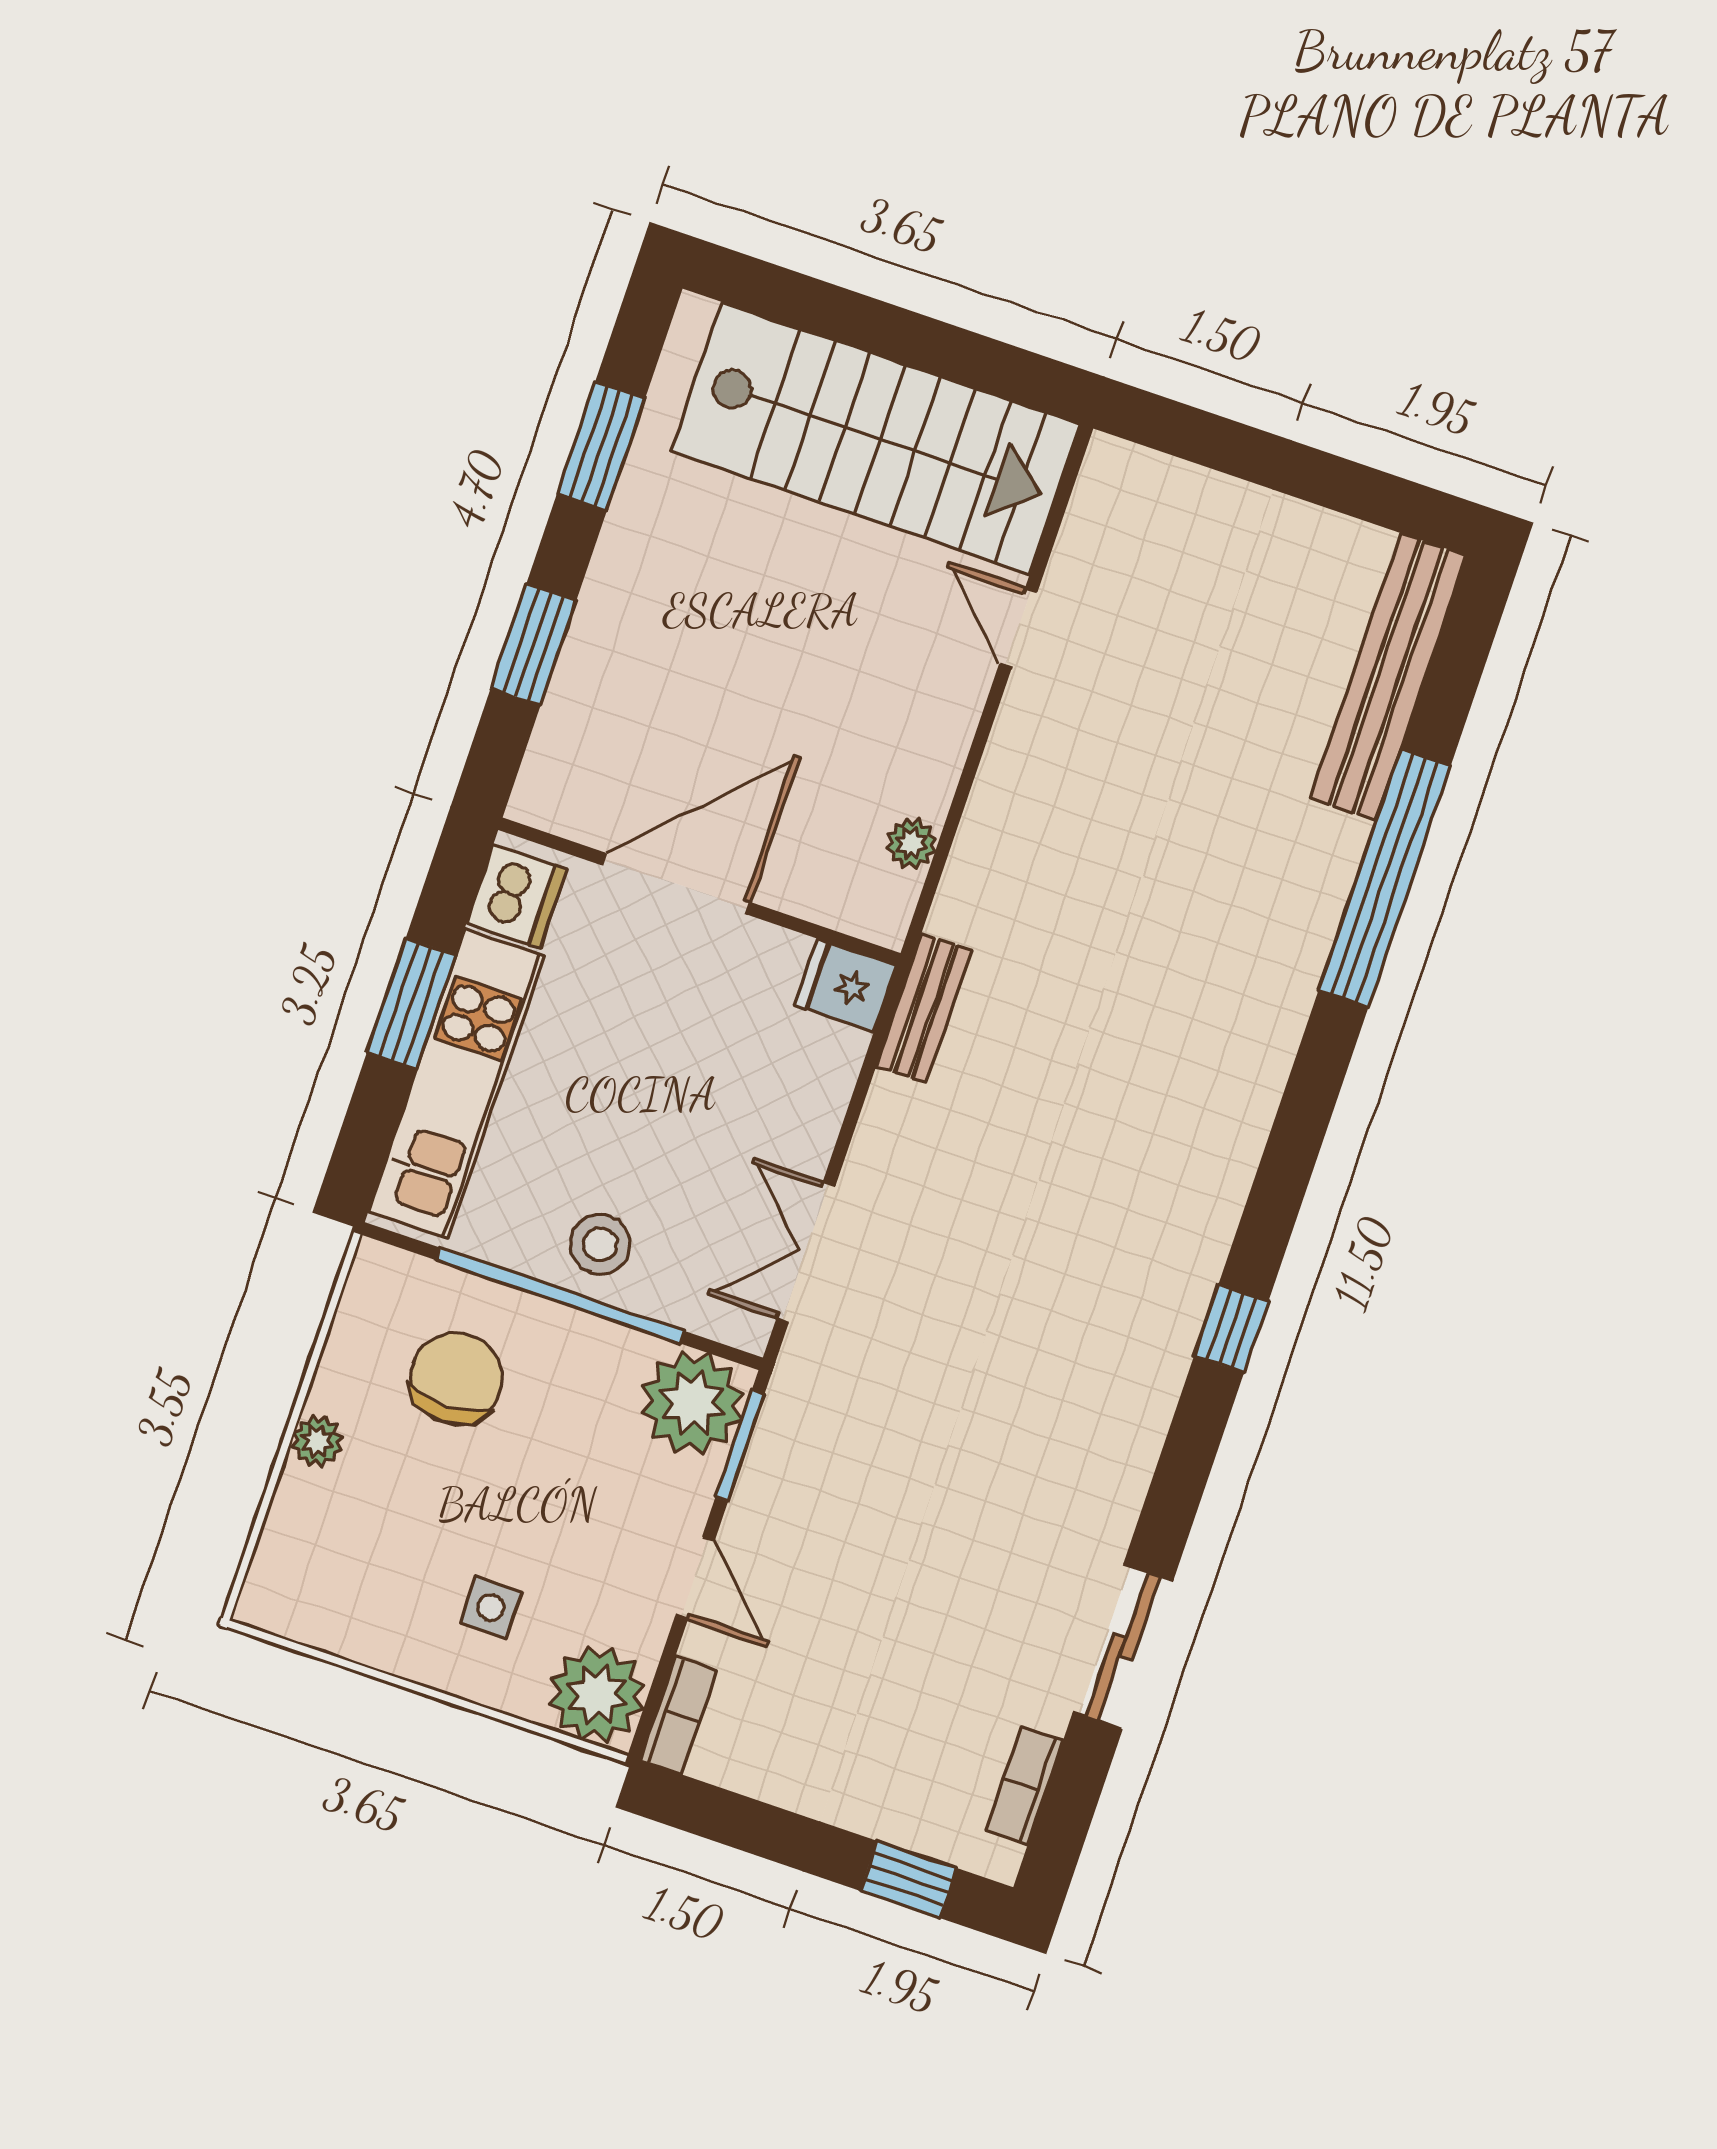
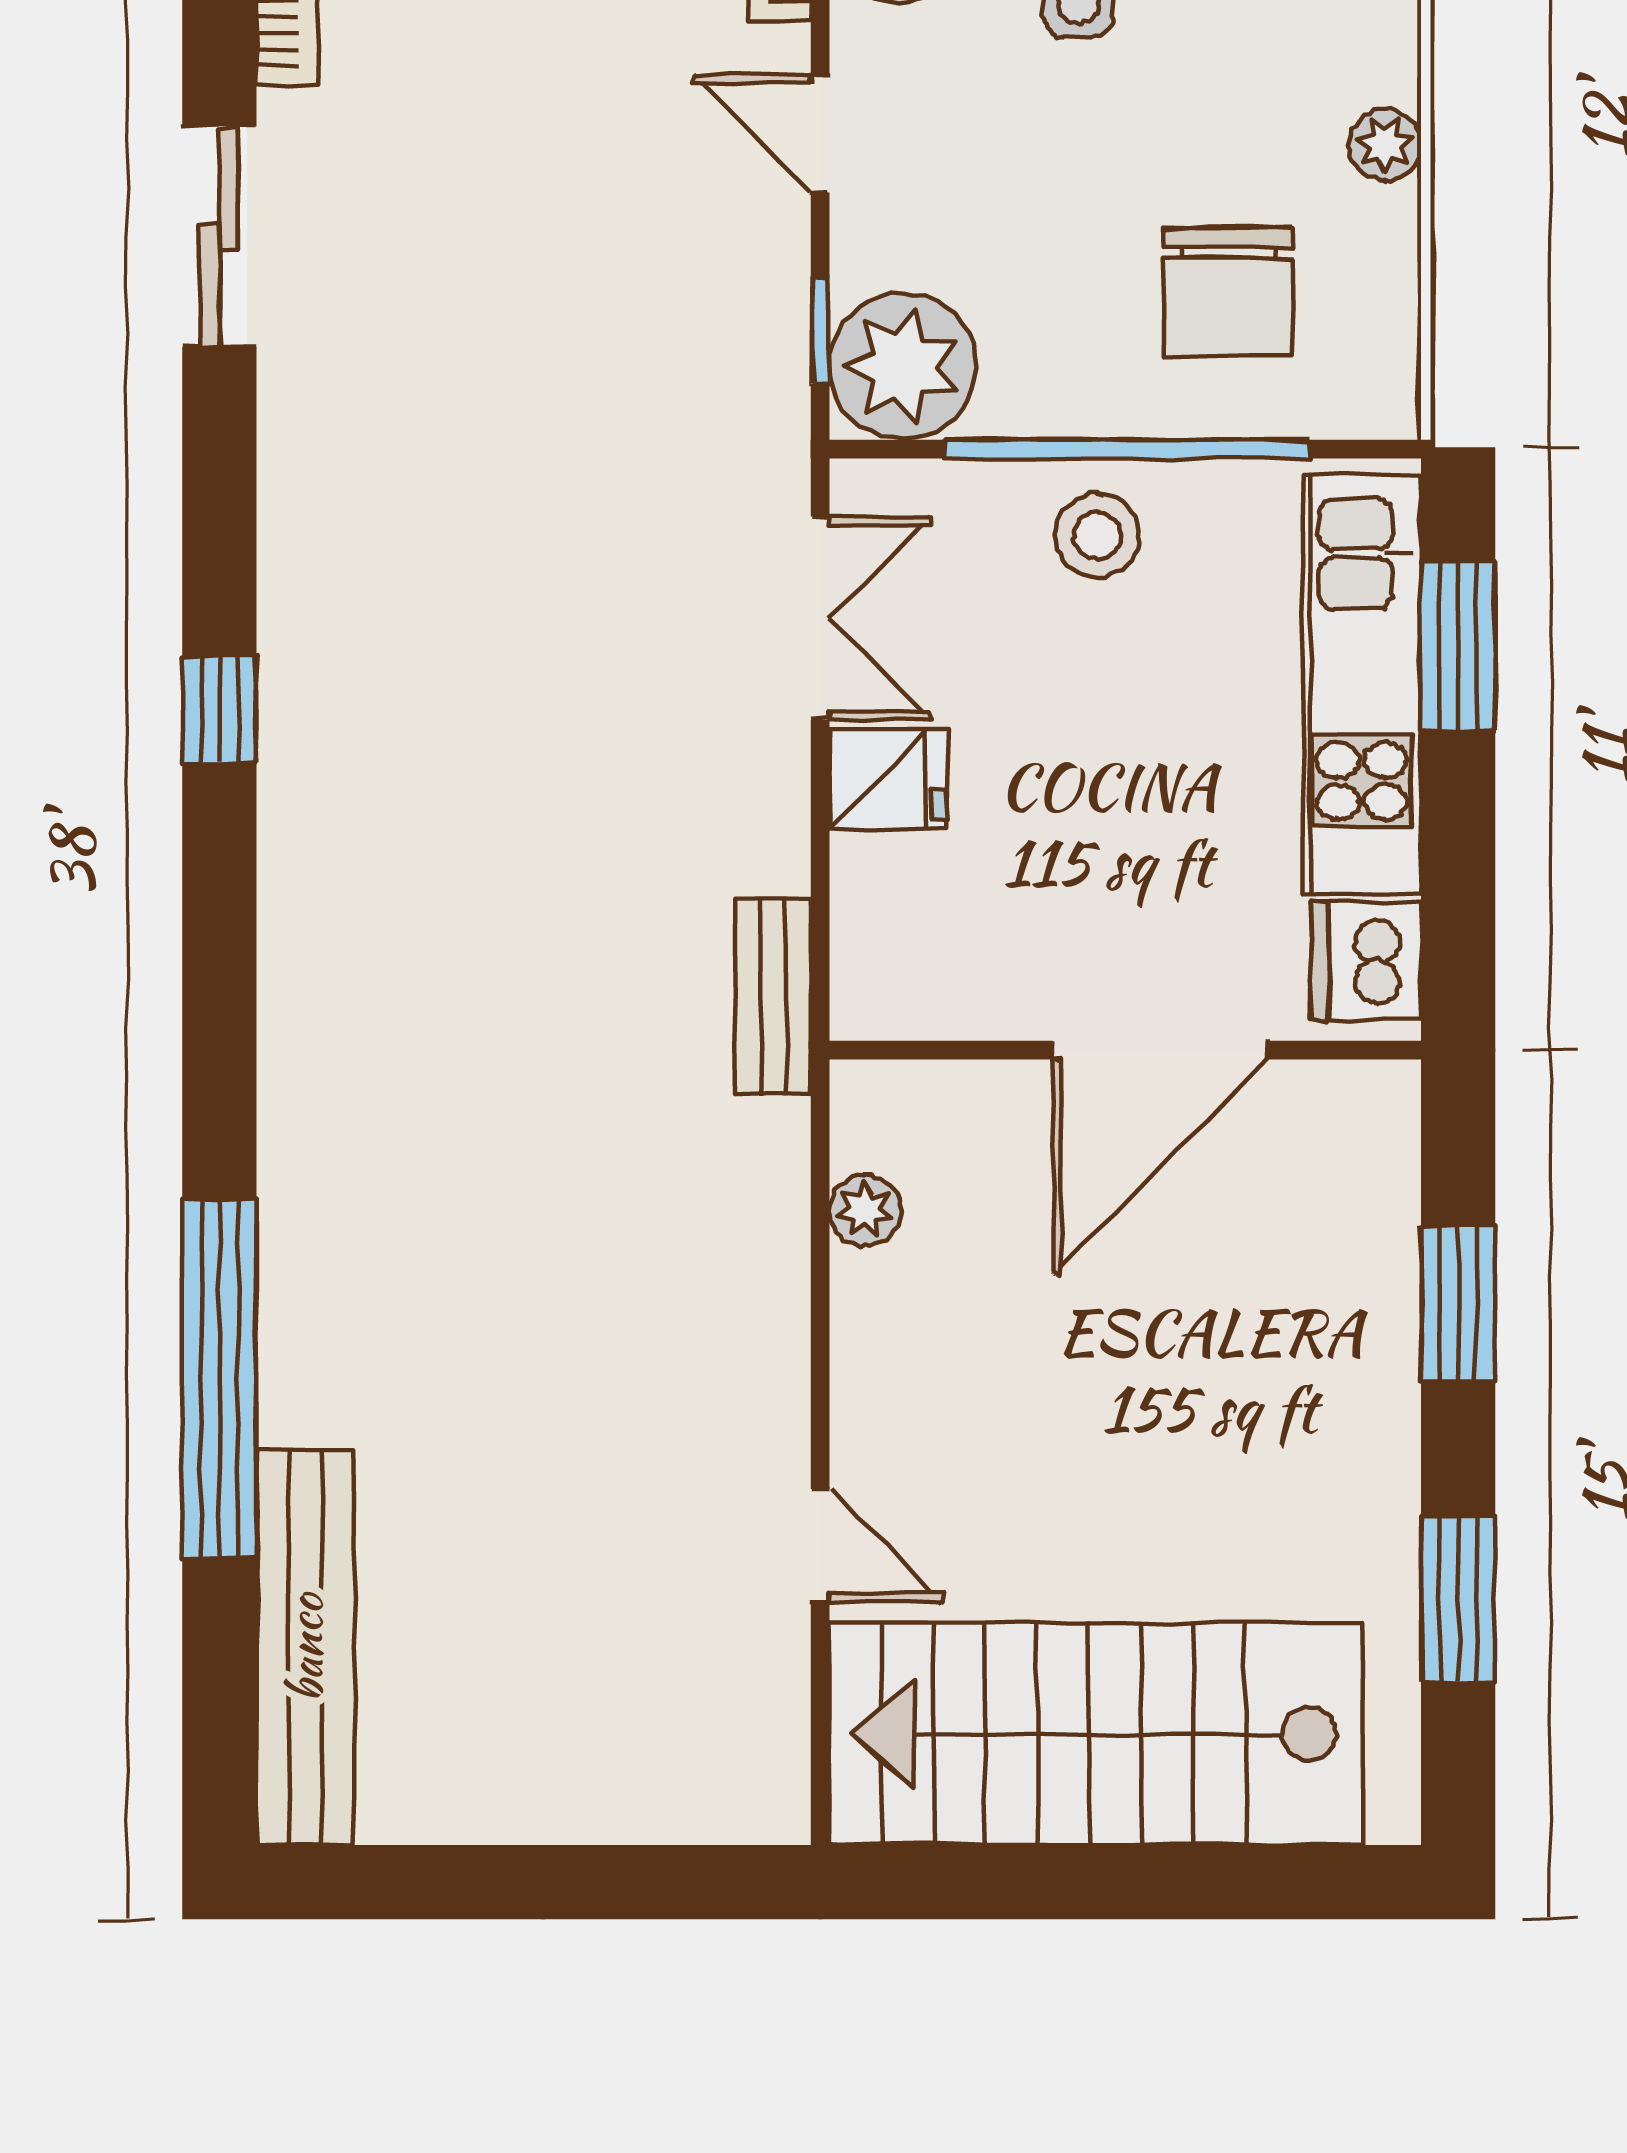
fridge: (846, 985) -> (888, 779), moved
window: (411, 1004) -> (1458, 646), moved
window: (740, 1446) -> (820, 331), width x0.67

